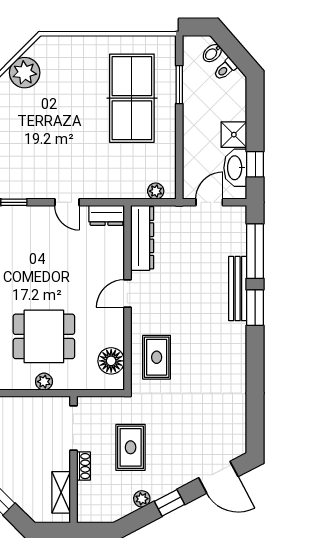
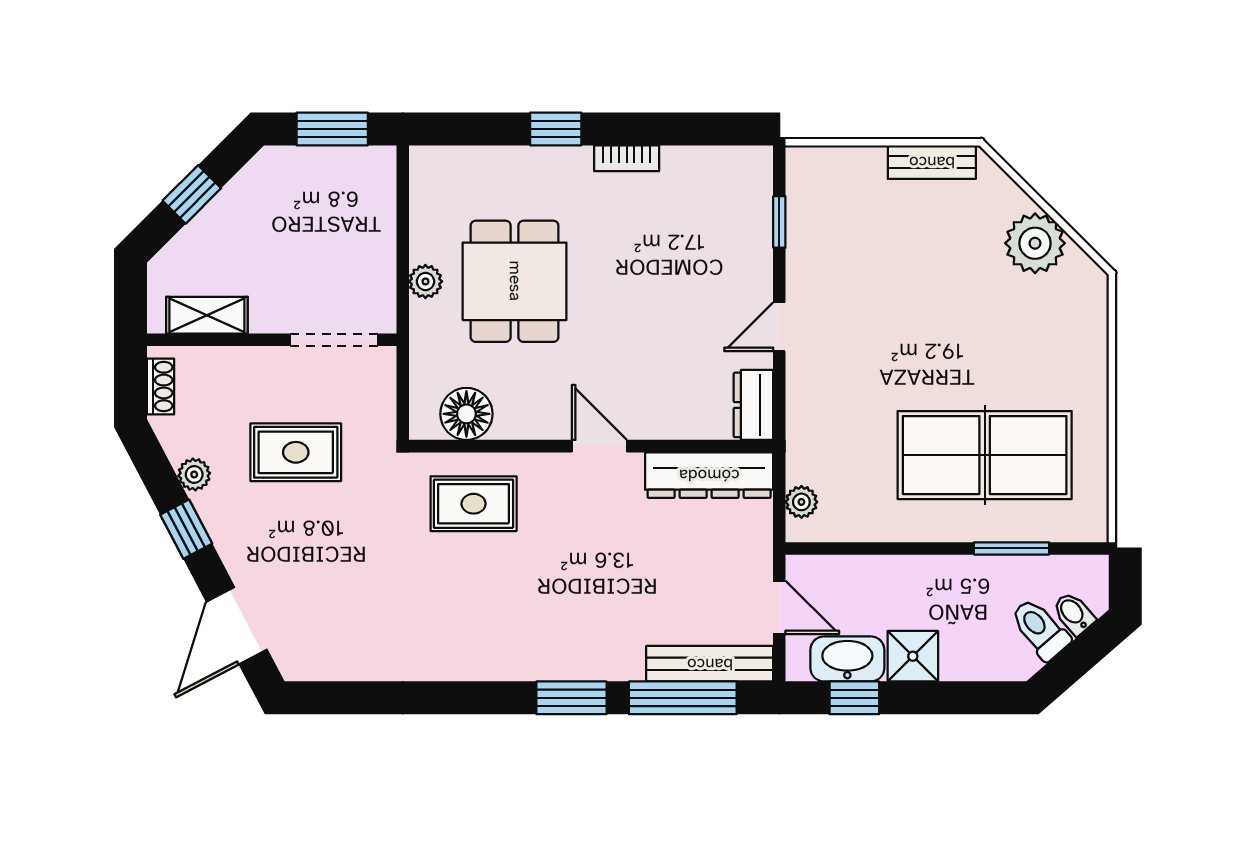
toilet: (225, 69) -> (1040, 629), width x1.37, depth x1.39
bench: (238, 289) -> (710, 664), moved
shoe rack: (83, 466) -> (160, 387), moved, turned -90

